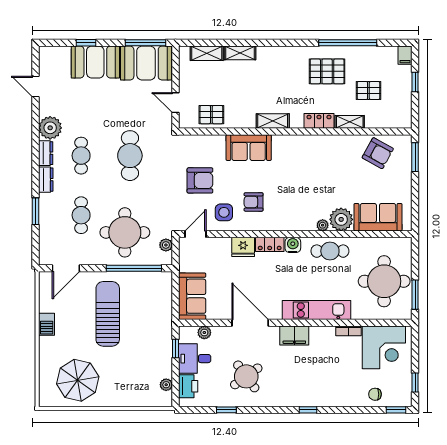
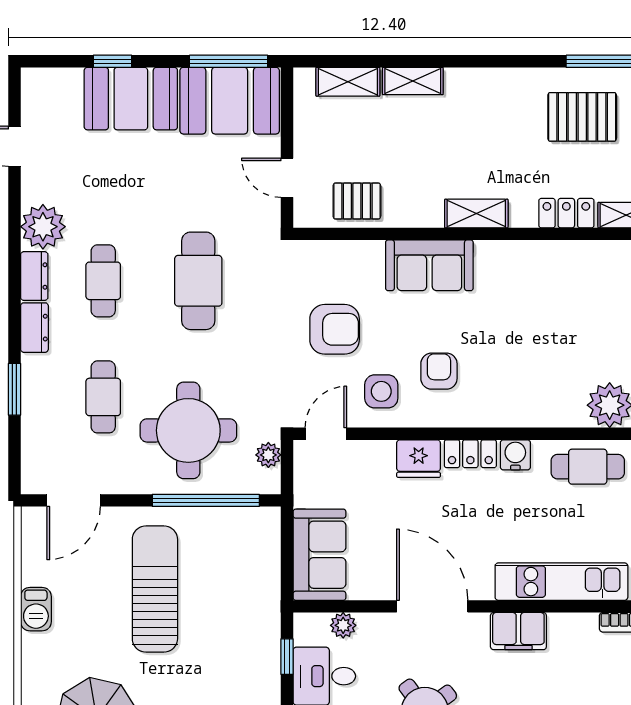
armchair: (254, 202) -> (439, 371), turned 90
plant: (323, 225) -> (573, 416), removed

